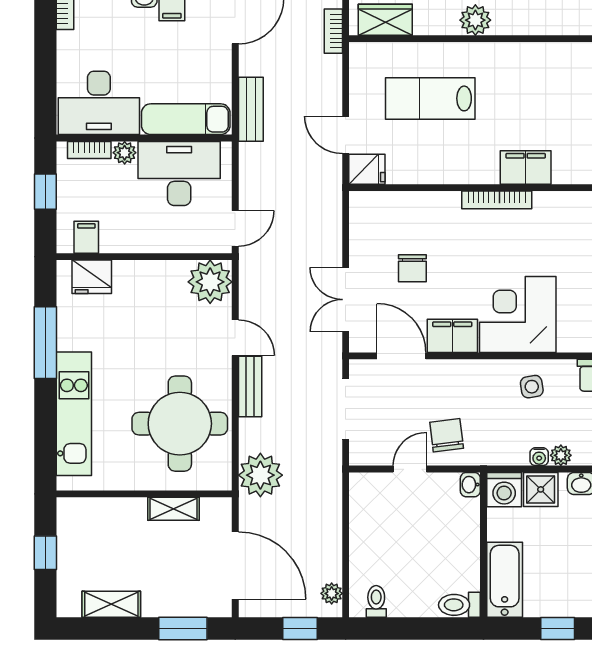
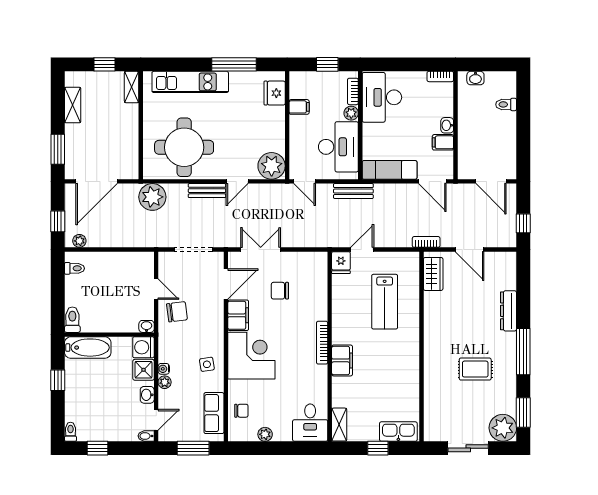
plant: (475, 20) -> (433, 329), removed
lab bench: (430, 98) -> (385, 302), turned 180
bench: (251, 109) -> (353, 191), moved
exam couch: (186, 119) -> (390, 170), moved, turned -90
filing cabinet: (86, 237) -> (299, 107), moved
shelving: (174, 509) -> (132, 87), moved

